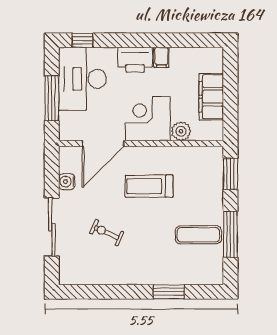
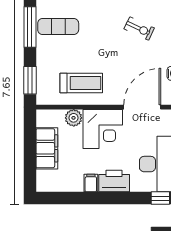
treadmill: (149, 186) -> (81, 83), moved

